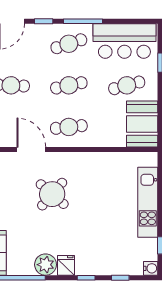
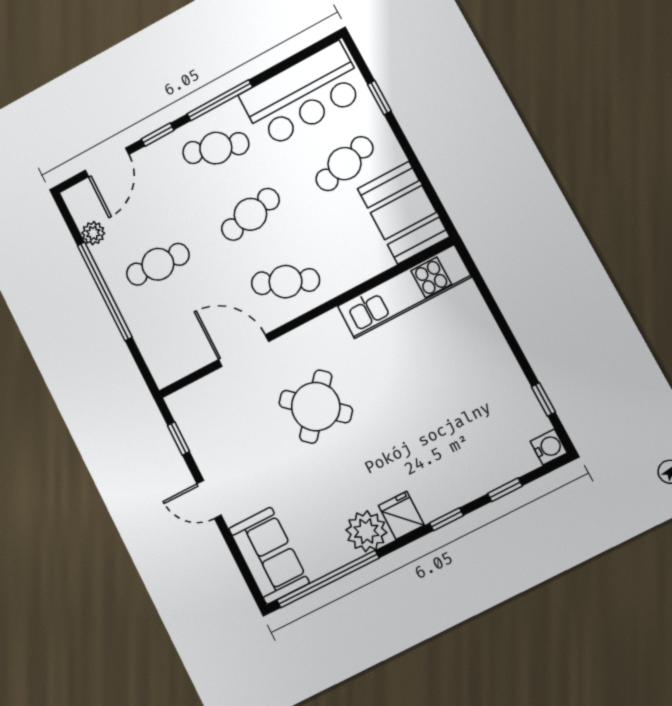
cafe table: (69, 44) -> (216, 148), turned 36
cafe table: (69, 127) -> (286, 282), turned 30
kitchen unit: (148, 202) -> (404, 292), moved, turned -90

